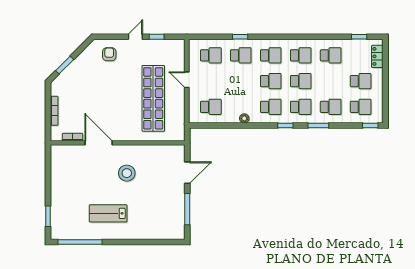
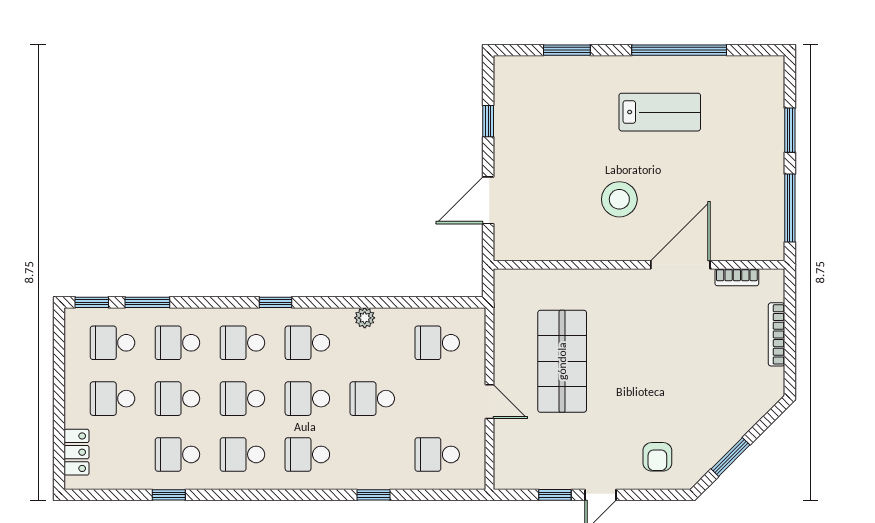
window: (359, 37) -> (169, 495), moved
school desk: (241, 55) -> (372, 399), moved
window: (65, 65) -> (730, 457), moved
school desk: (331, 81) -> (177, 399), added
shop shelf: (153, 98) -> (562, 361), width x0.71
window: (318, 126) -> (147, 302), moved
door: (99, 143) -> (680, 265), swing flipped
window: (48, 169) -> (790, 208), added
window: (187, 209) -> (488, 121), width x0.46
window: (48, 216) -> (790, 130), moved
window: (80, 242) -> (679, 50), moved
window: (151, 242) -> (567, 50), added

